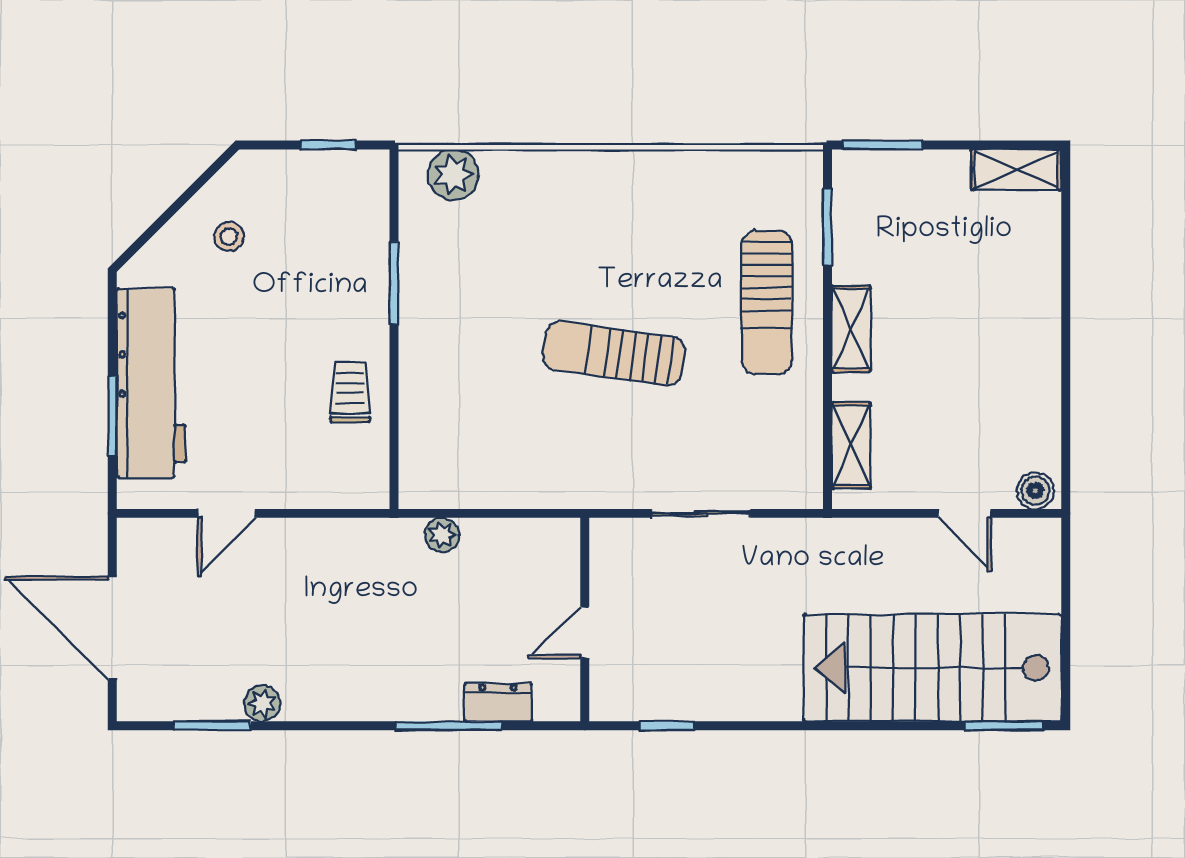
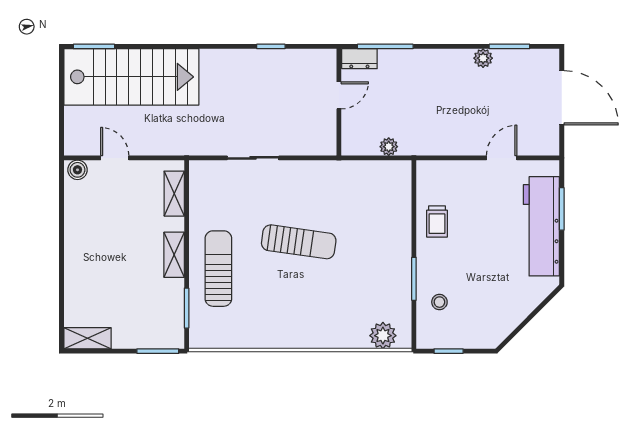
stool: (229, 237) -> (439, 302), moved
wall: (585, 620) -> (339, 102), moved
door: (585, 633) -> (339, 95), moved

